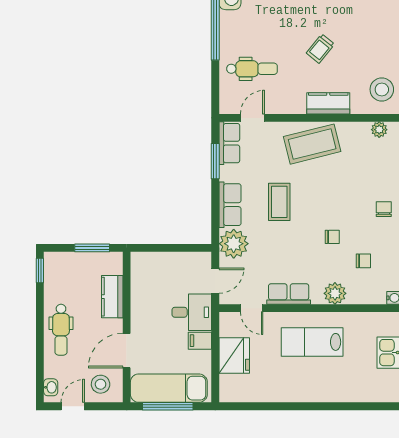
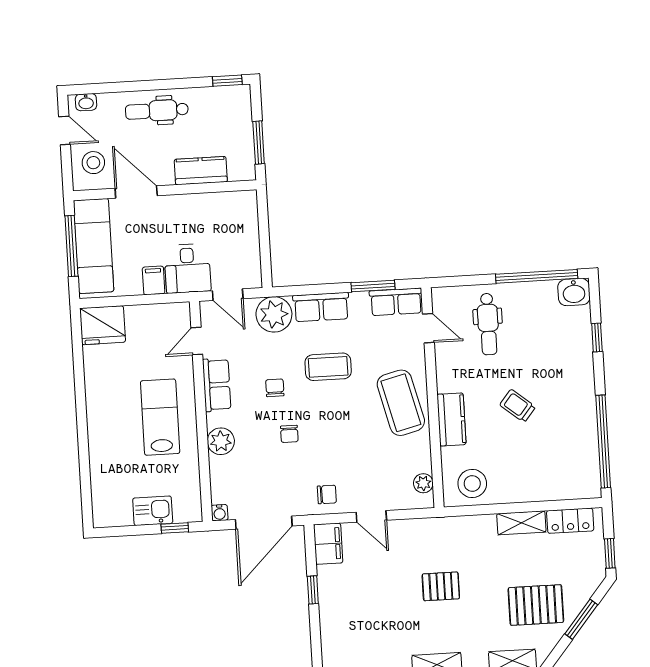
chair: (363, 261) -> (275, 388), moved, turned 180
fridge: (234, 355) -> (103, 325), moved

